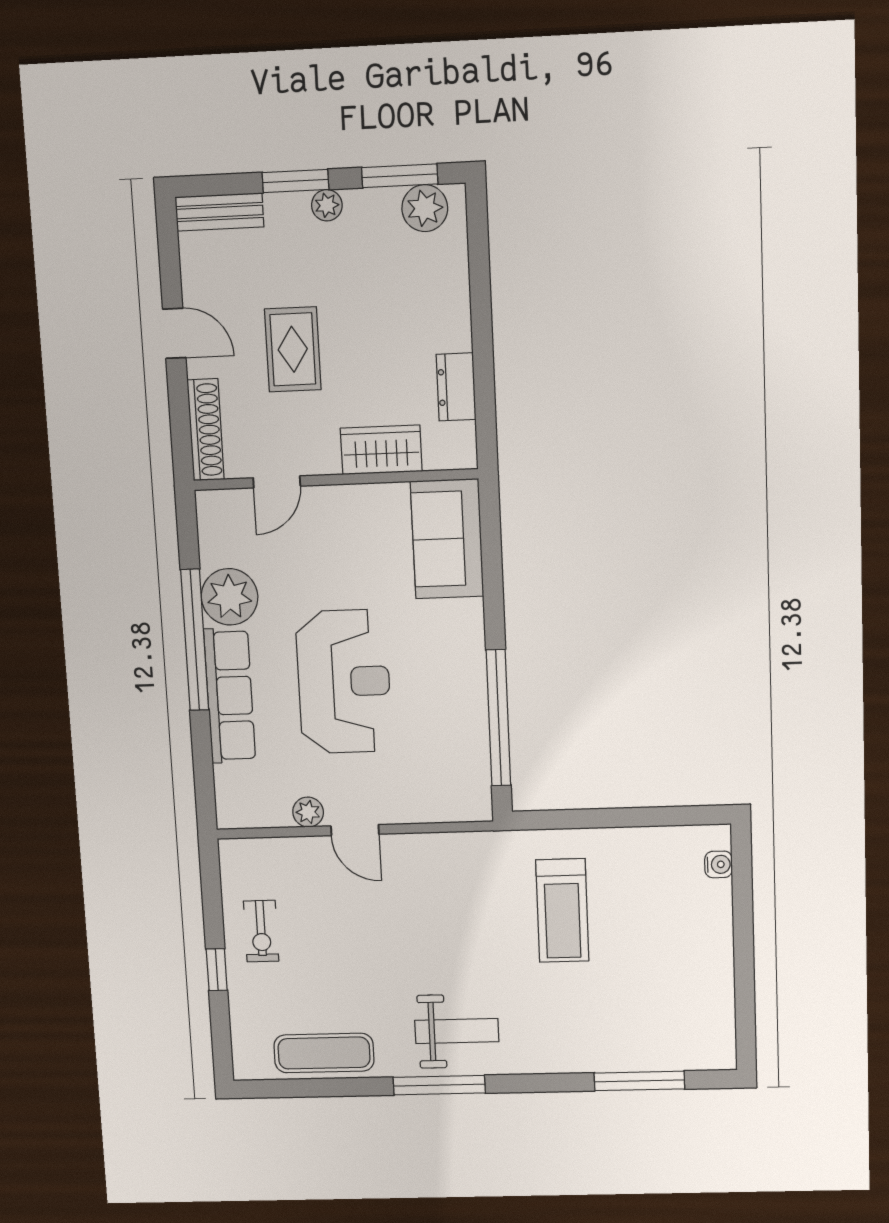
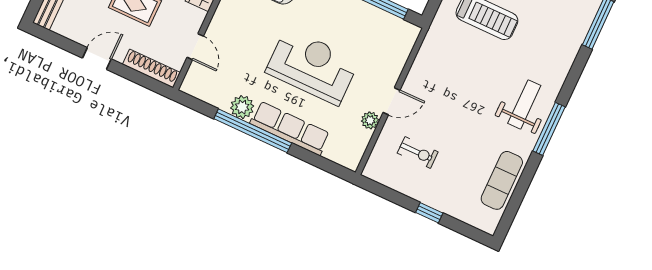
plant: (230, 597) -> (242, 107), width x0.73, depth x0.73
exercise bike: (261, 931) -> (418, 152), moved

